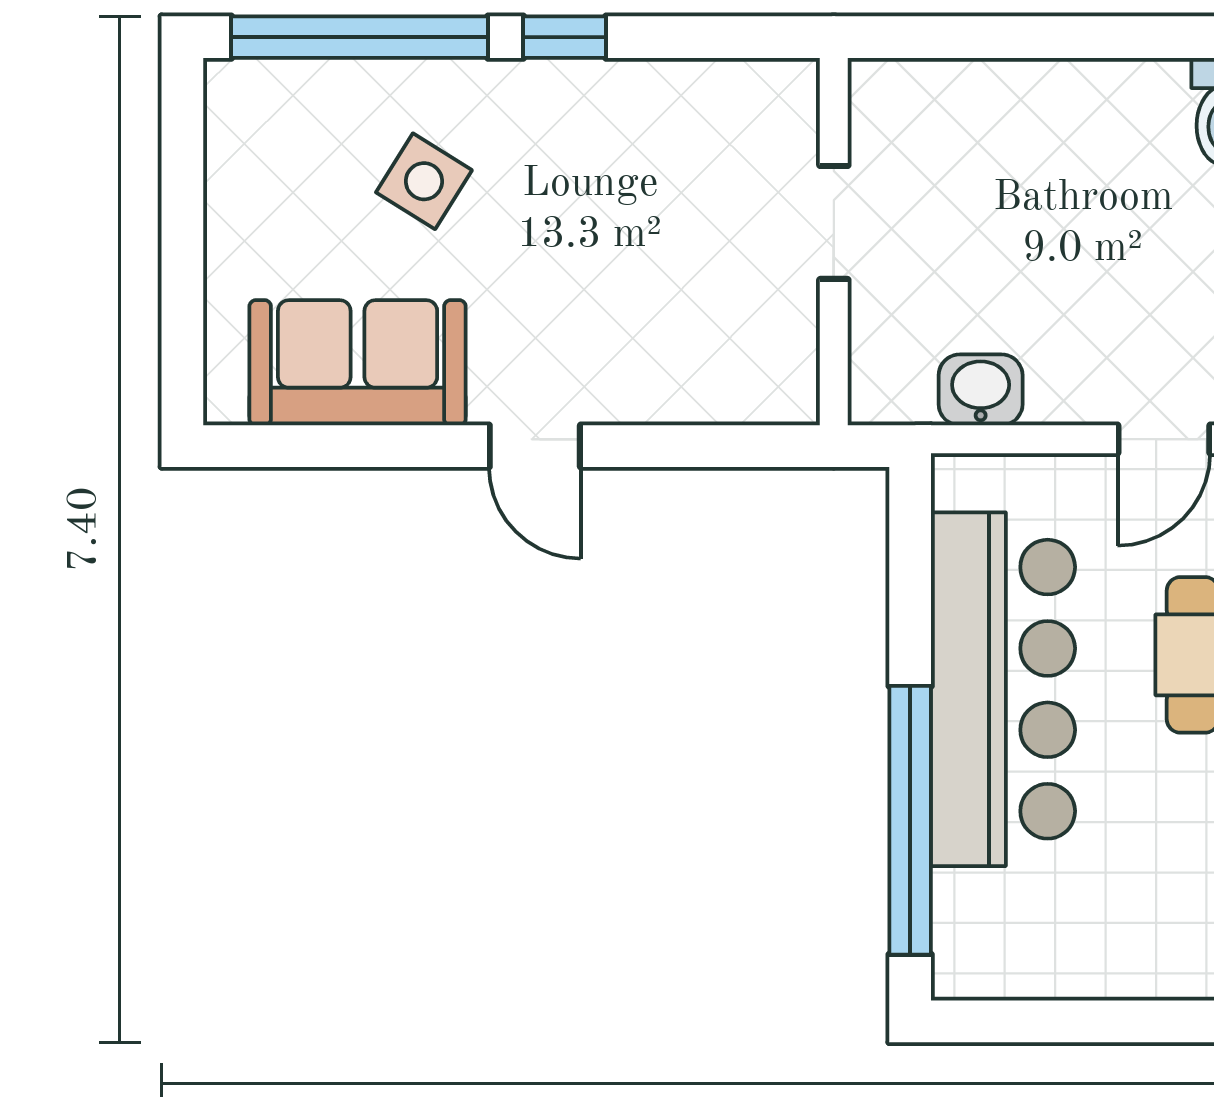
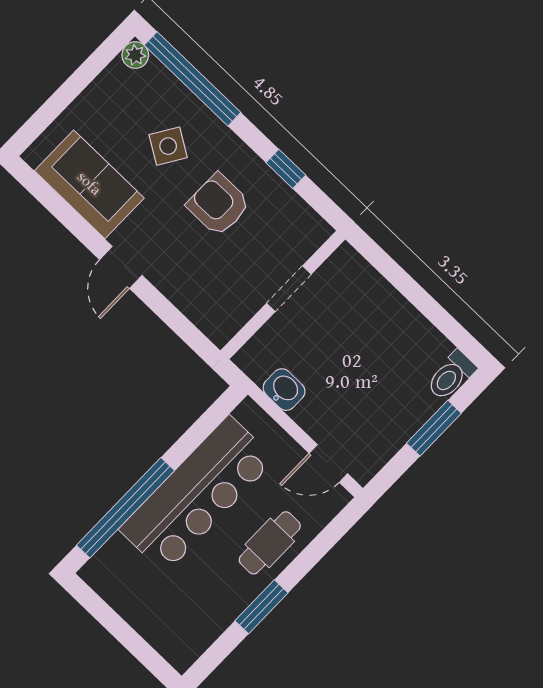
window: (565, 37) -> (286, 169), moved
plant: (232, 87) -> (135, 55), added
armchair: (593, 197) -> (219, 205), added

